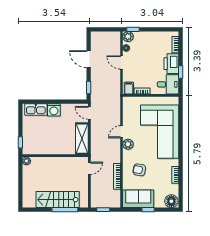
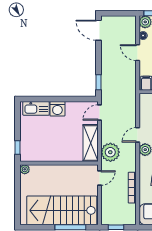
door: (89, 59) -> (99, 30), moved
door: (89, 113) -> (100, 112), hinge flipped
plant: (98, 146) -> (110, 152), added
stairs: (58, 200) -> (62, 210), width x1.36, depth x1.51

